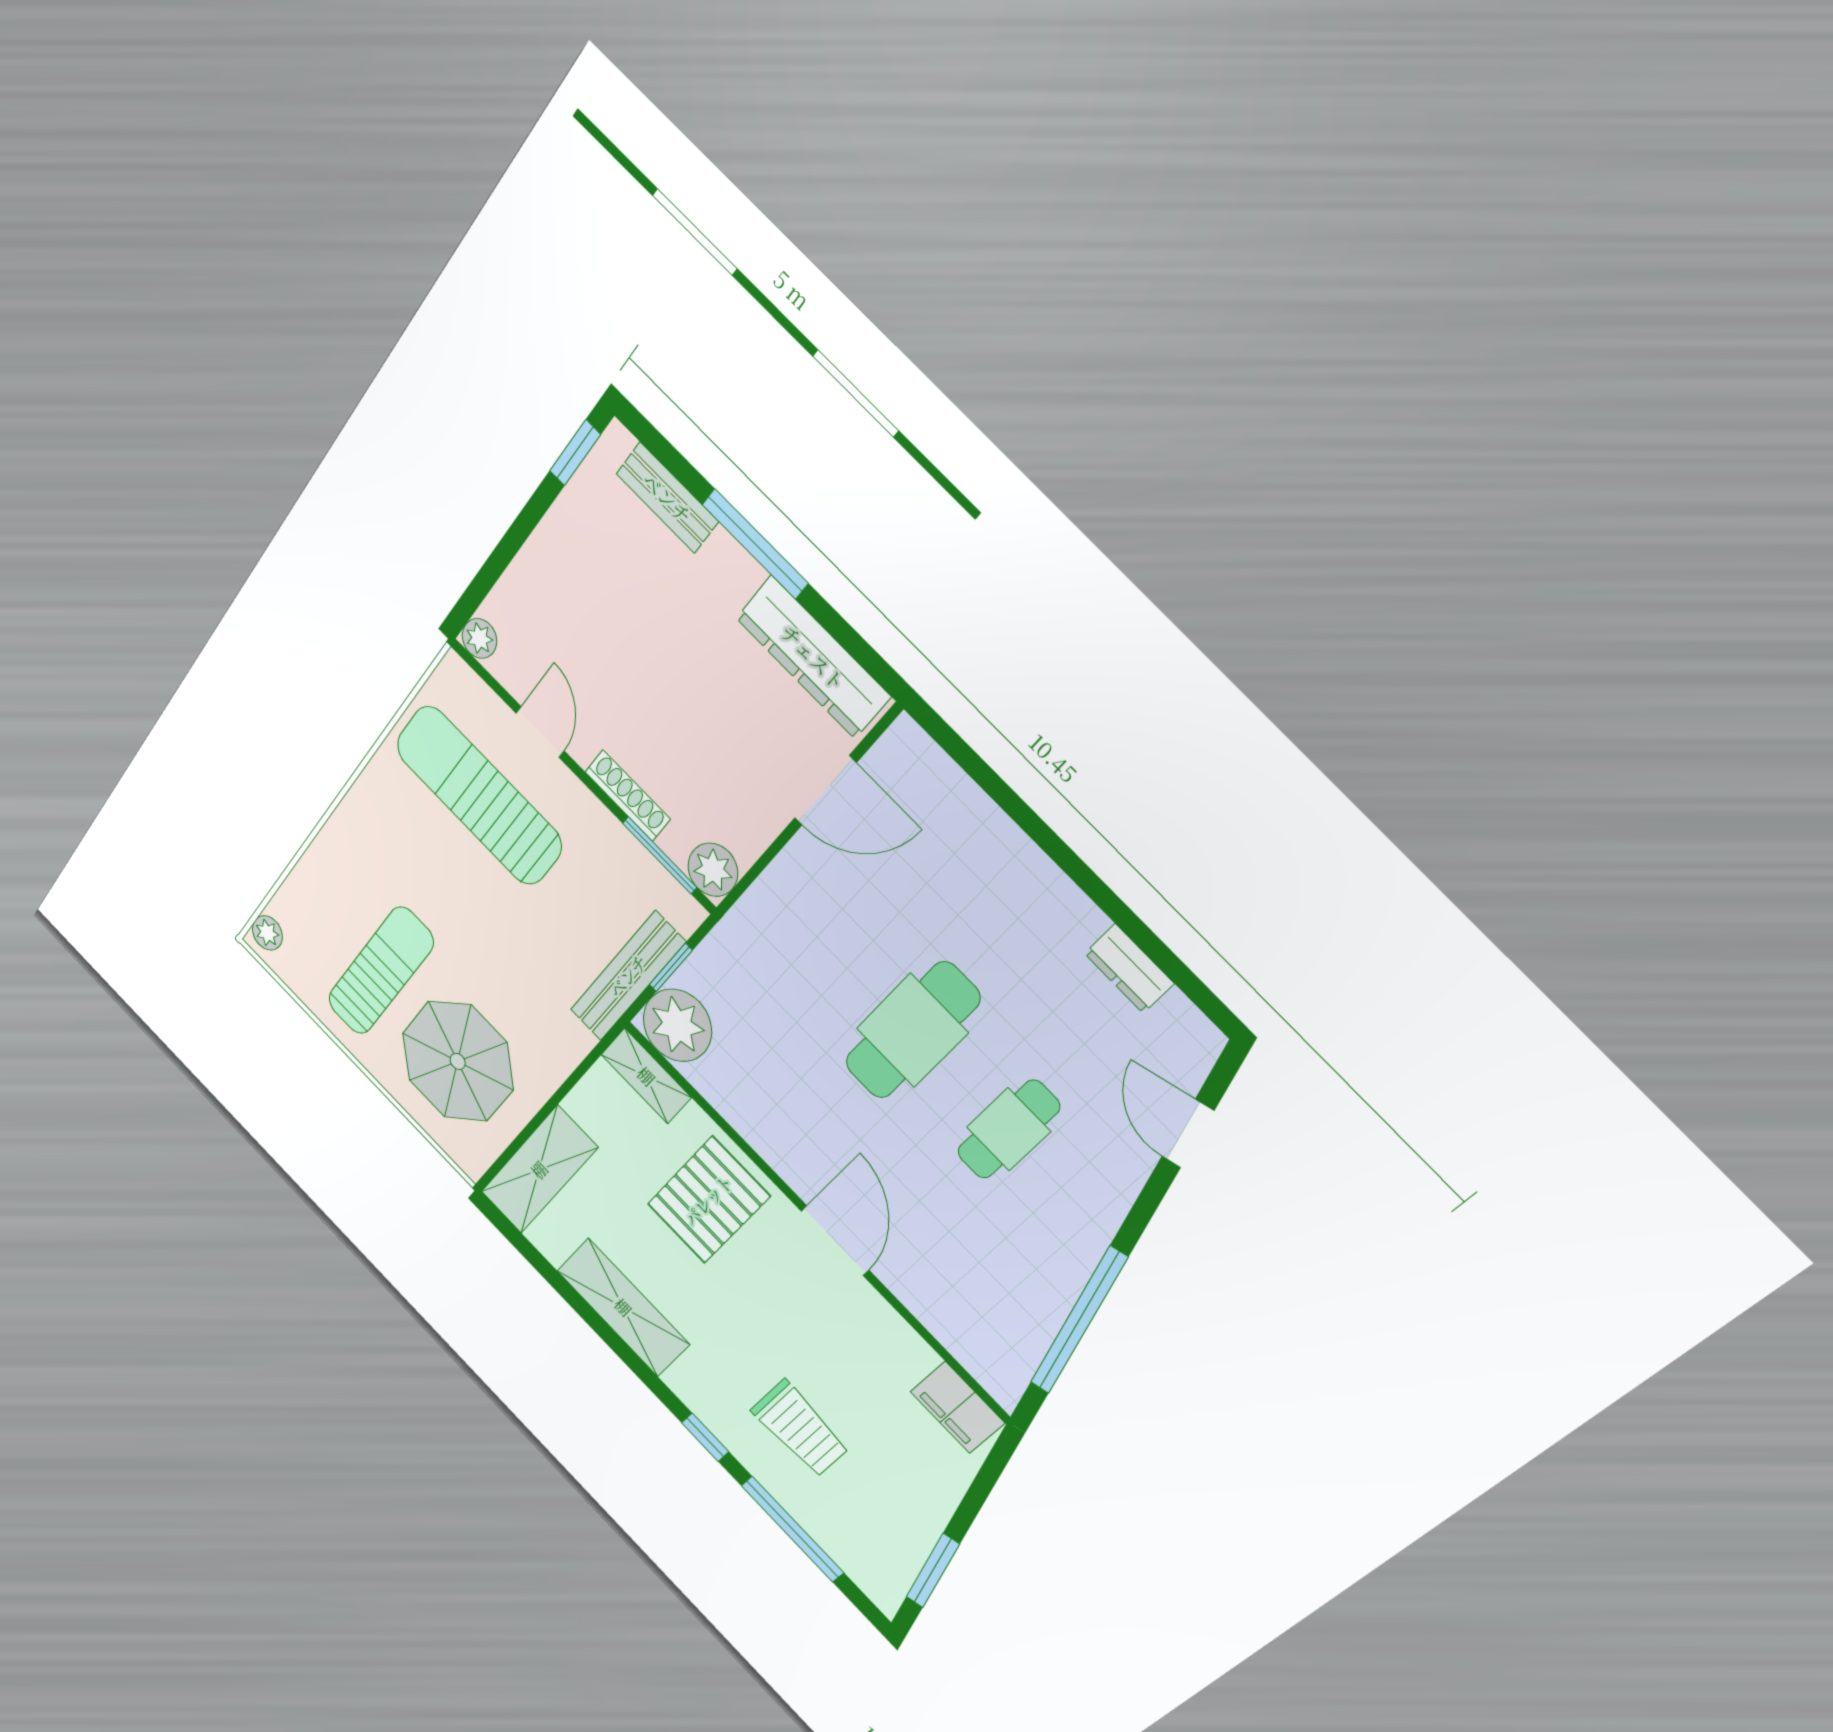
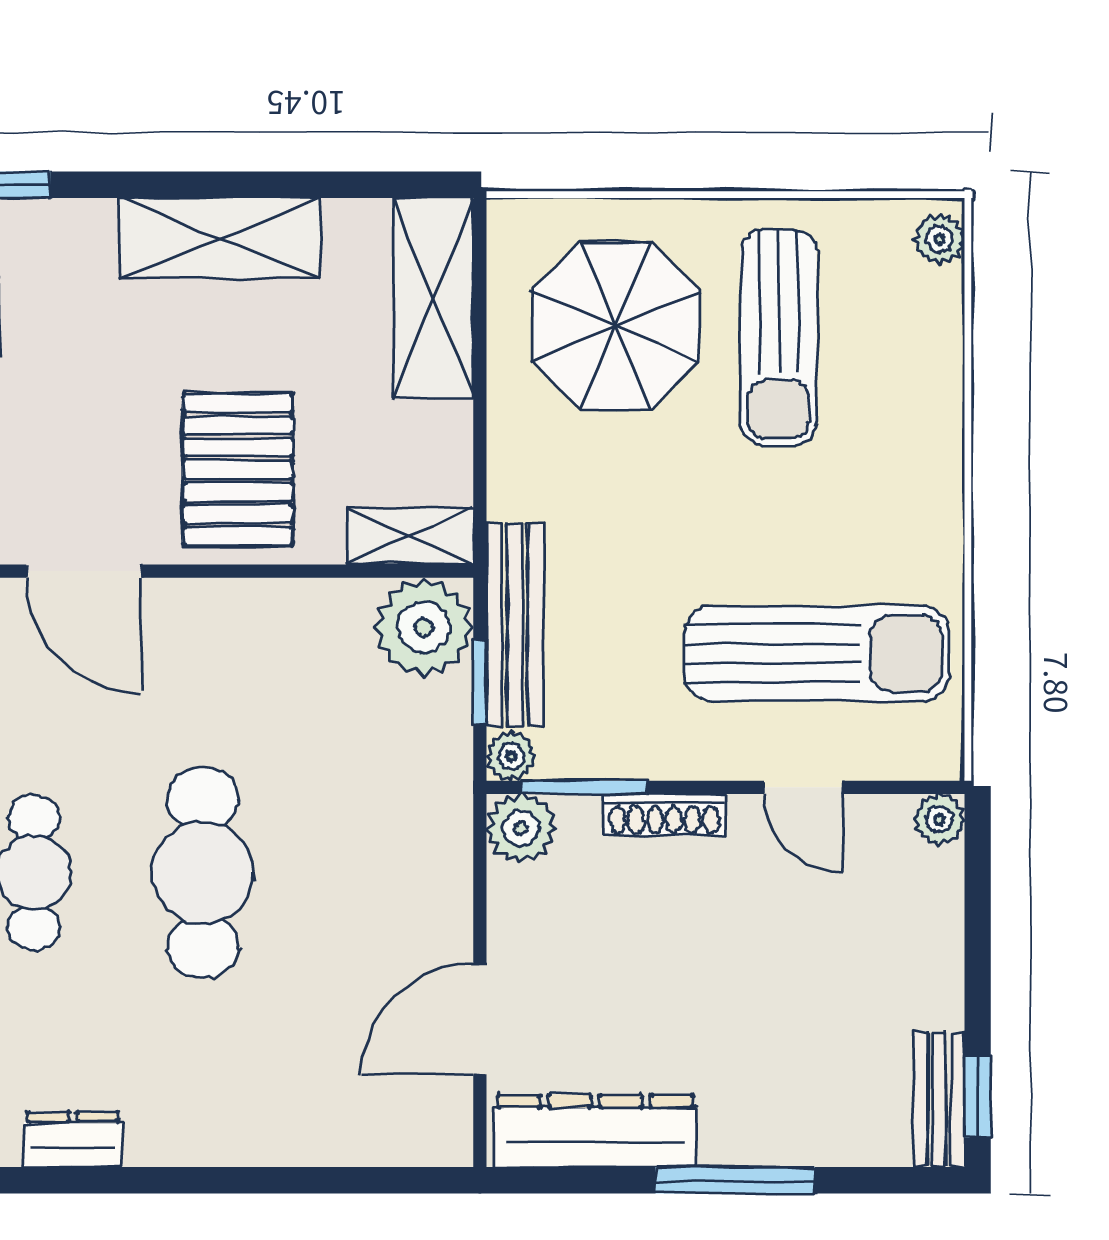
bench: (667, 498) -> (939, 1100), moved, turned 90
plant: (686, 913) -> (511, 756), added

